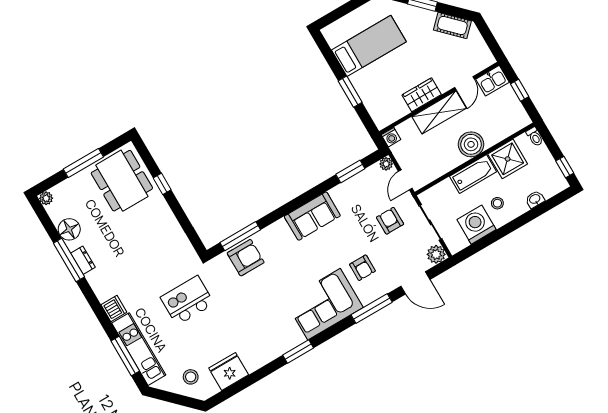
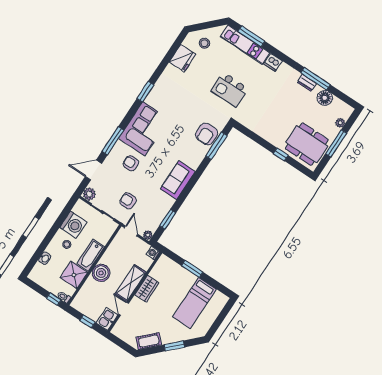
window: (565, 167) -> (54, 299), moved
plant: (46, 198) -> (340, 123), moved
armchair: (390, 221) -> (128, 201), turned 180
kitchen island: (187, 300) -> (230, 90), turned 90

